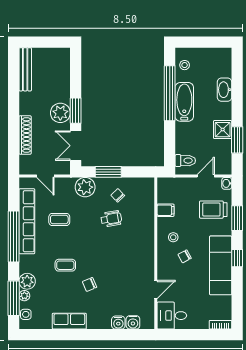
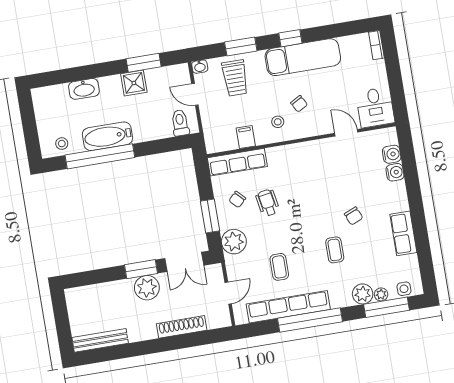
row of seats: (147, 200) -> (237, 162), added

